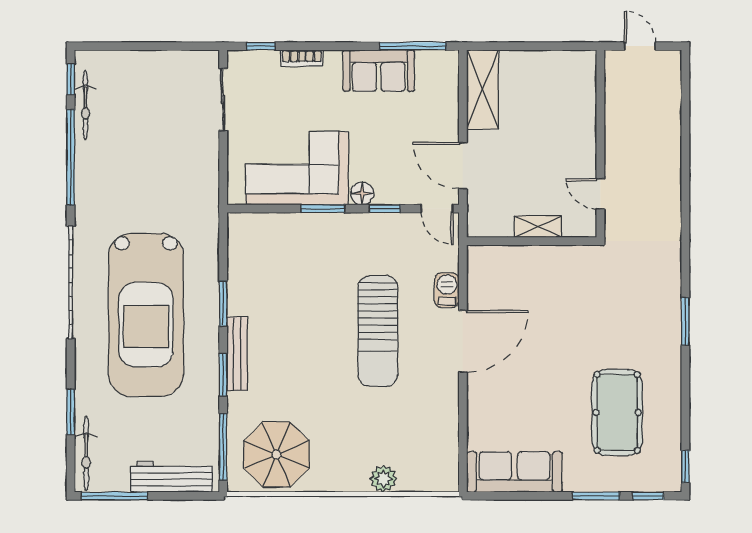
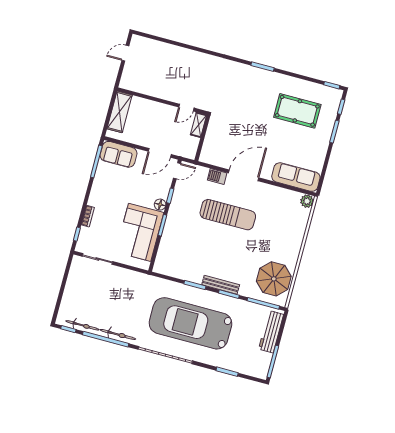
sofa: (379, 71) -> (119, 154), moved, turned 90
shelving: (483, 90) -> (120, 112), moved, turned 90
wall: (600, 144) -> (162, 101), moved
door: (600, 194) -> (186, 108), moved
car: (146, 315) -> (190, 323), turned 180
door: (463, 341) -> (244, 175), hinge flipped
bicycle: (86, 453) -> (118, 334), moved
sofa: (514, 472) -> (296, 177), moved, turned 90
plant: (383, 479) -> (307, 201), moved

